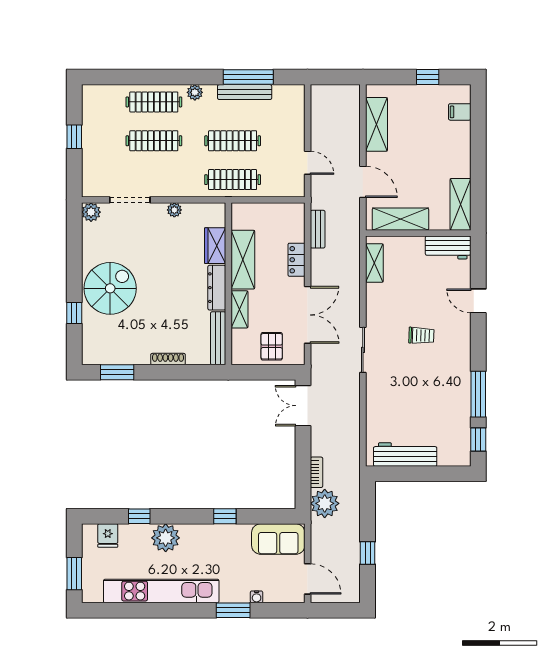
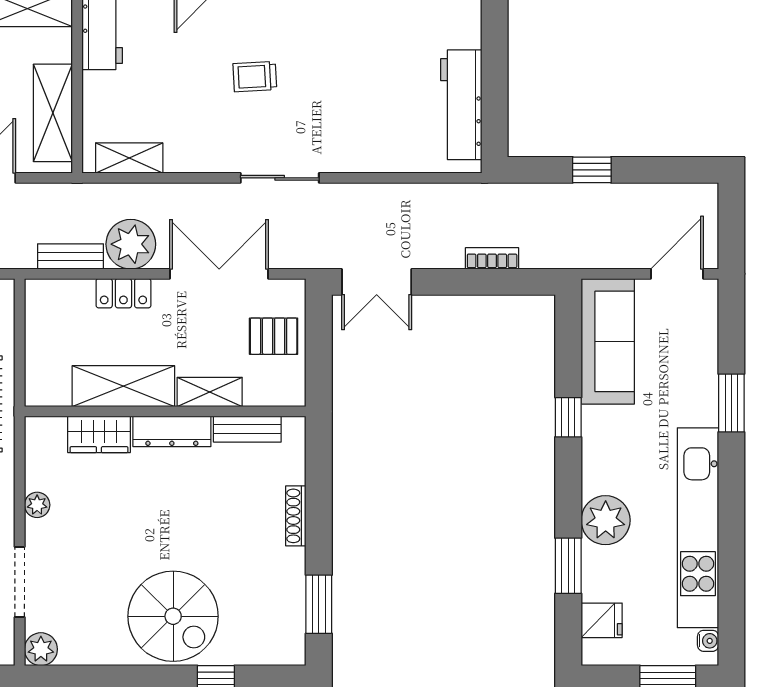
spiral stairs: (110, 288) -> (173, 616), turned 180
trolley: (421, 335) -> (255, 77), turned -95
bench: (218, 338) -> (247, 429), width x0.73
plant: (325, 503) -> (131, 244), moved
window: (139, 516) -> (568, 566), width x1.50
sofa: (278, 539) -> (608, 341), width x1.36
window: (368, 553) -> (592, 170), moved
water cooler: (257, 597) -> (708, 641), moved

